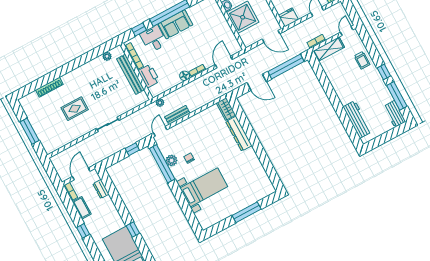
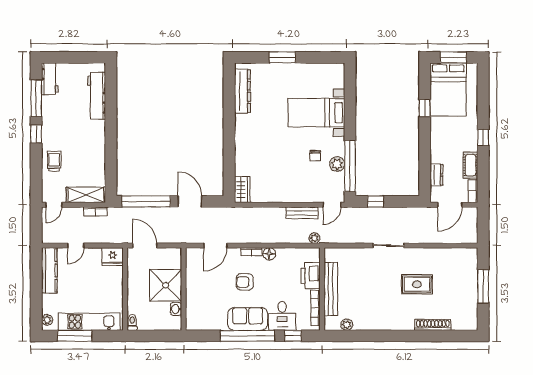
armchair: (191, 48) -> (245, 282), added
dresser: (239, 134) -> (242, 91), moved
window: (247, 212) -> (282, 57), width x0.69

